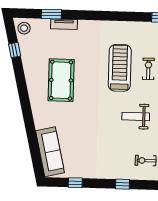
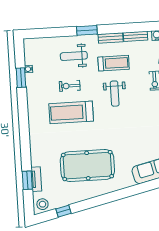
tv unit: (64, 24) -> (36, 179), moved
pool table: (61, 80) -> (87, 166), width x1.36, depth x1.32

